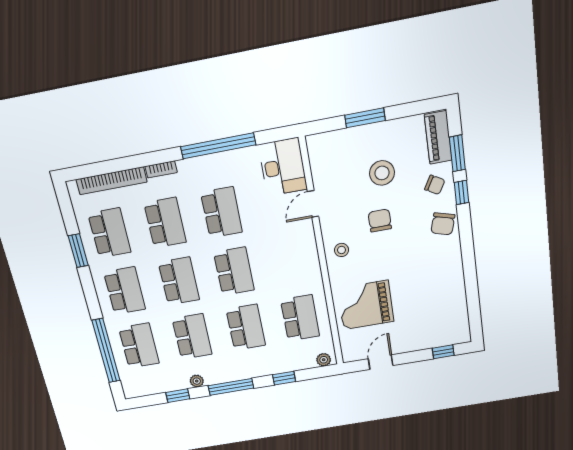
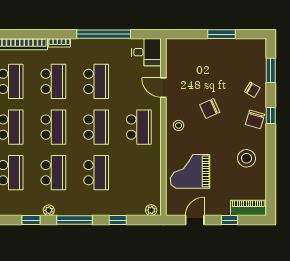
window: (365, 118) -> (221, 34), moved
piano: (438, 138) -> (248, 208), moved, turned 90
desk: (283, 167) -> (146, 52), width x0.73
stool: (382, 173) -> (246, 158), moved
window: (461, 192) -> (271, 116), moved
door: (313, 204) -> (163, 88), hinge flipped
chair: (380, 220) -> (210, 108), turned -114
school desk: (300, 318) -> (139, 127), moved
window: (443, 352) -> (229, 220), moved

